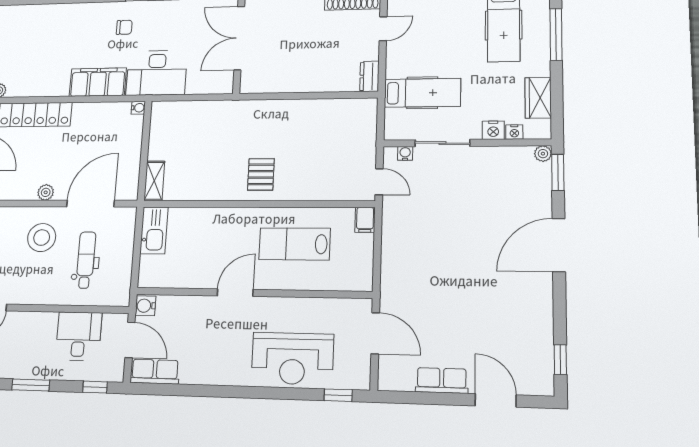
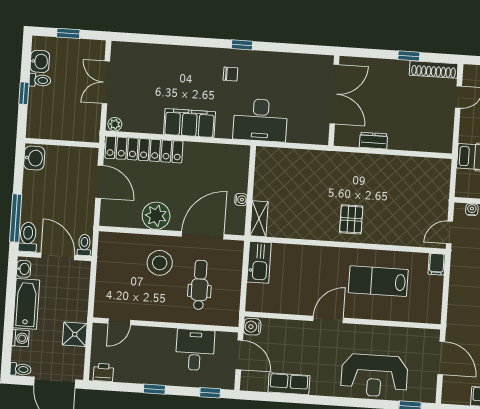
double door: (239, 38) -> (334, 94), swing flipped
dresser: (369, 76) -> (373, 141), moved, turned 90
filing cabinet: (98, 82) -> (189, 123), moved
water cooler: (138, 108) -> (241, 200), moved
door: (379, 182) -> (450, 233), swing flipped
plant: (46, 192) -> (156, 216), width x1.87, depth x1.87
row of seats: (155, 372) -> (289, 384), moved
window: (31, 385) -> (154, 389), width x0.67

